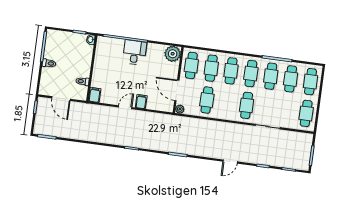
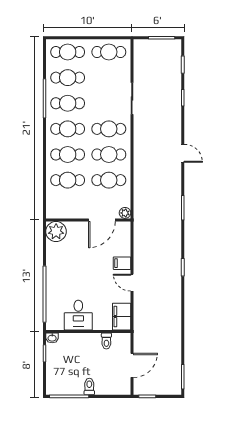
desk: (135, 52) -> (78, 315), moved, turned -90
cafe table: (191, 65) -> (109, 154), moved
filing cabinet: (95, 95) -> (122, 317), width x2.00
door: (230, 162) -> (183, 153), moved

